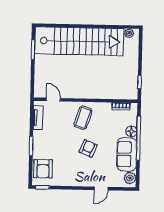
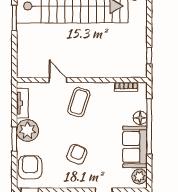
door: (53, 100) -> (58, 80), moved
plant: (42, 139) -> (28, 130), added
armchair: (88, 148) -> (77, 154), moved
armchair: (43, 169) -> (30, 167), turned 180

